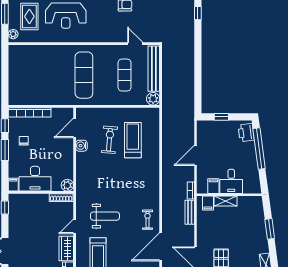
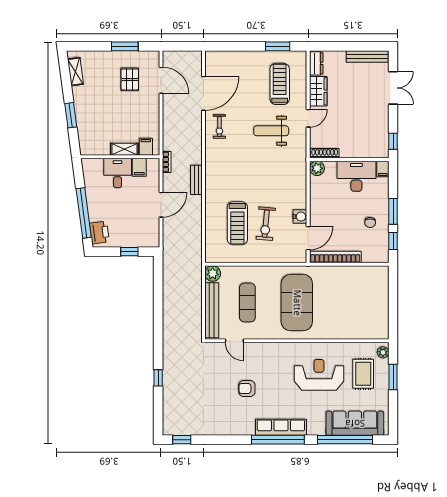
exercise mat: (84, 75) -> (297, 303), width x1.47
bookcase: (30, 112) -> (335, 257), moved
bench: (190, 212) -> (196, 180), moved

